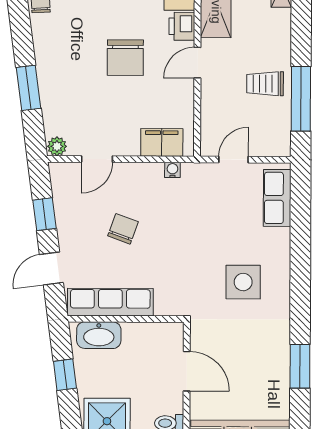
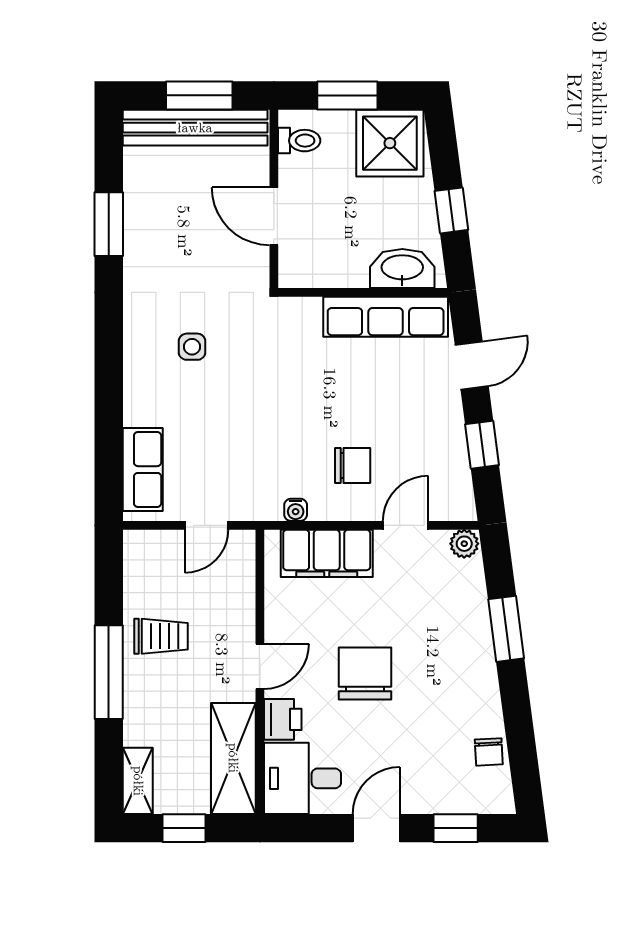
window: (301, 99) -> (109, 672), moved
filing cabinet: (162, 142) -> (327, 553), width x1.50, depth x1.17
chair: (123, 229) -> (353, 465), moved, turned -110
side table: (243, 282) -> (192, 347), width x0.54, depth x0.54

